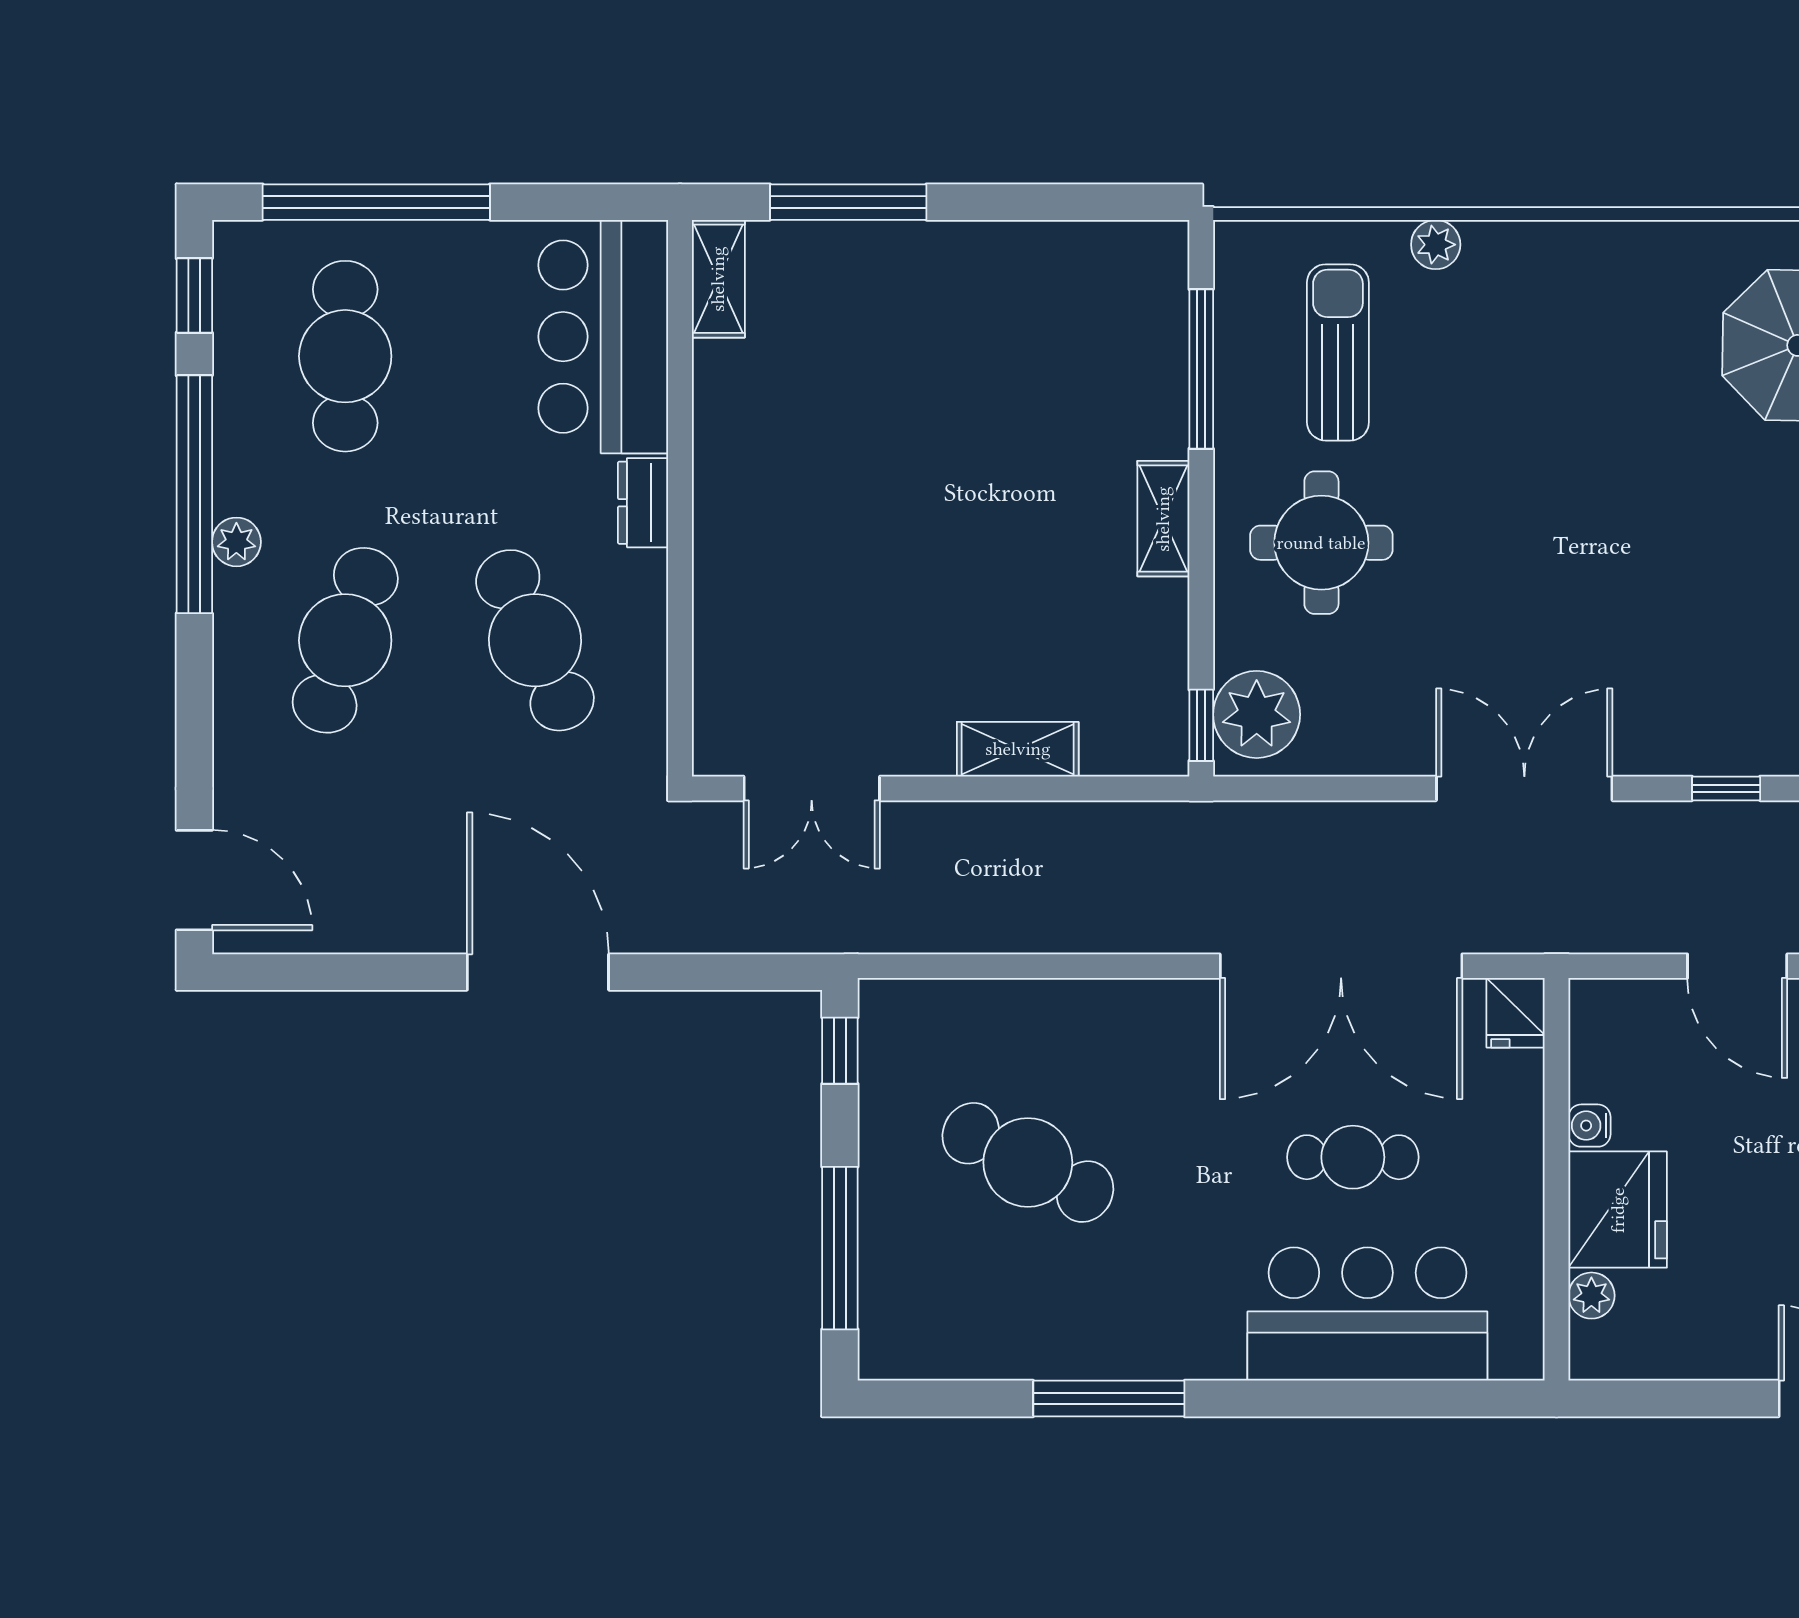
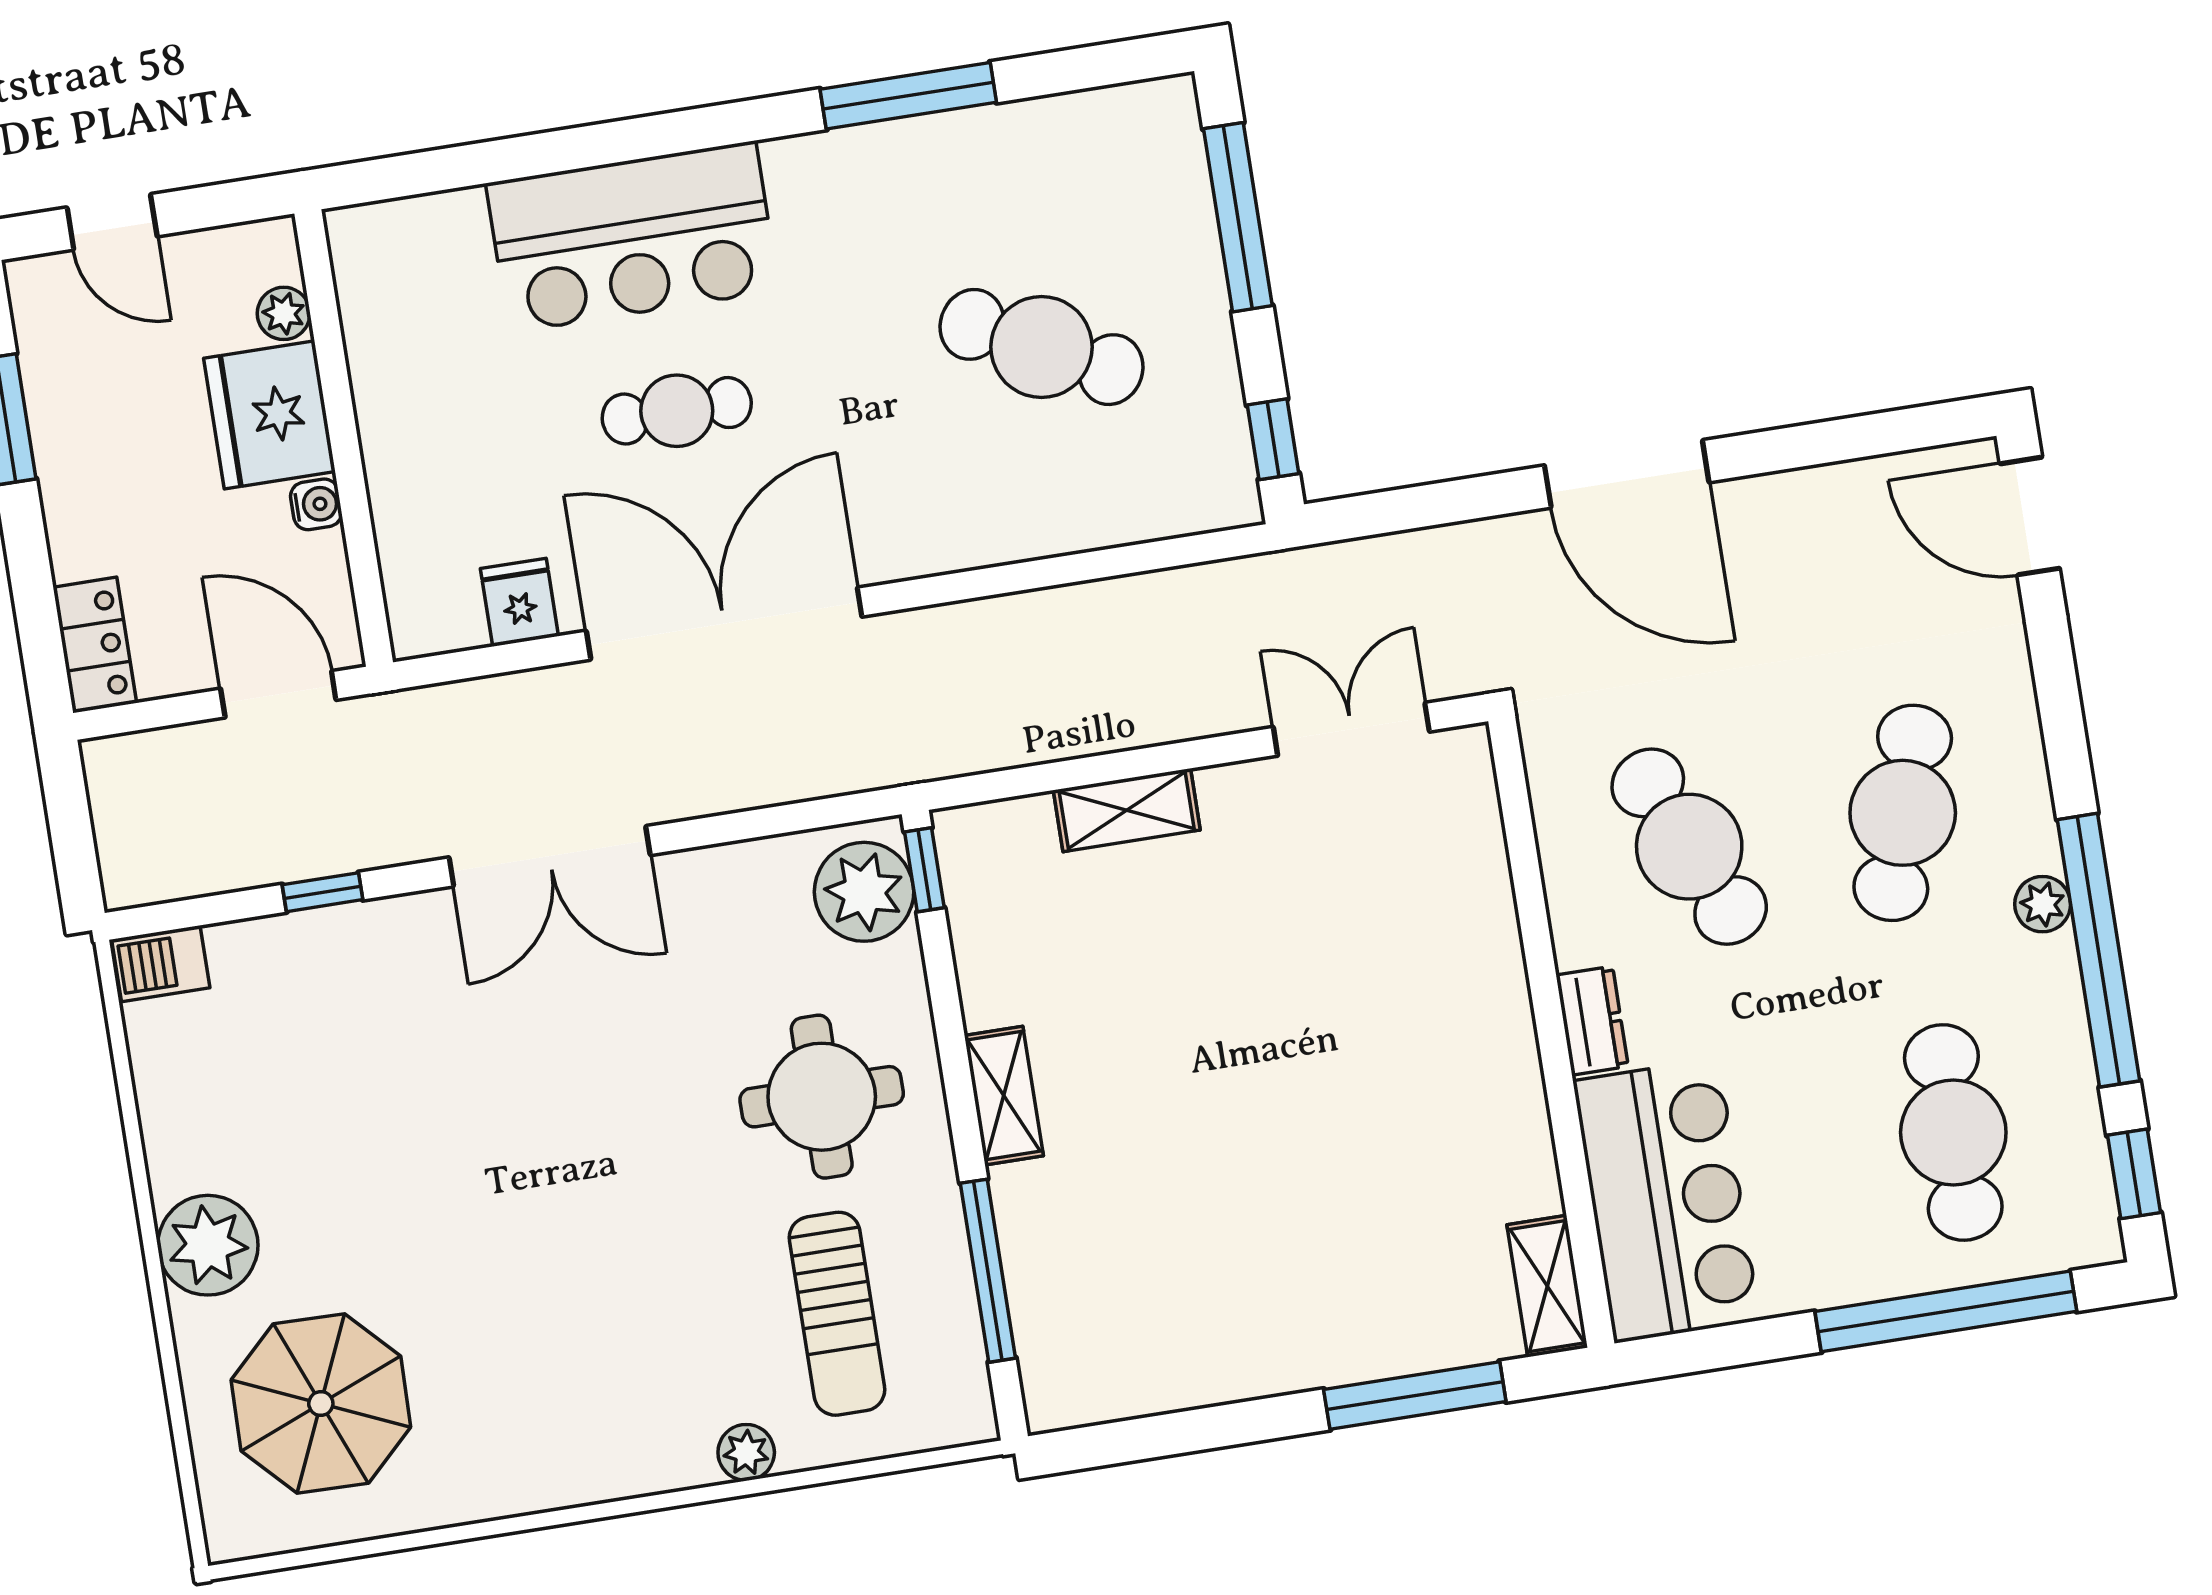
water cooler: (1589, 1126) -> (316, 504), moved
wall: (1557, 1179) -> (344, 438), moved
fridge: (1618, 1210) -> (270, 415), moved
plant: (1591, 1296) -> (284, 313), moved

